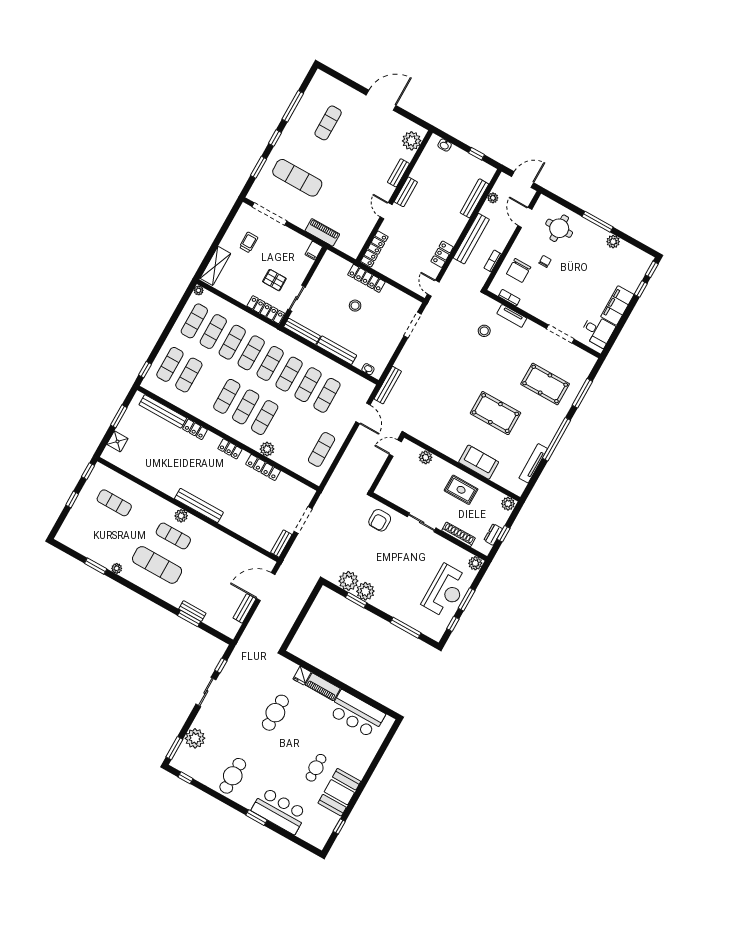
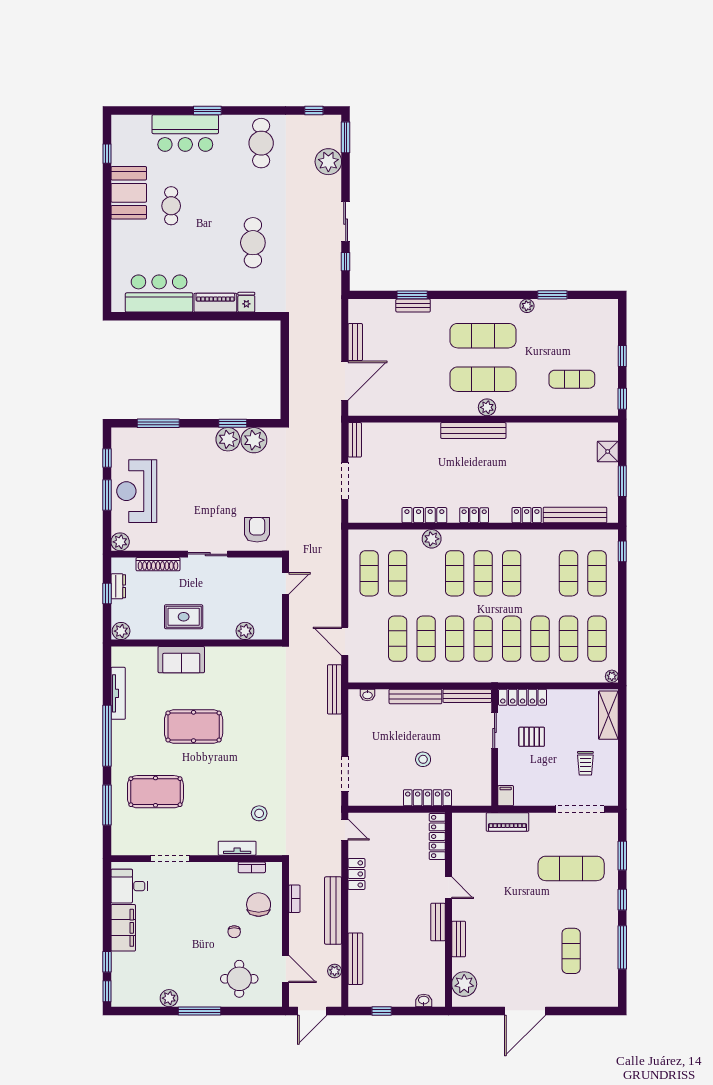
exercise mat: (303, 439) -> (398, 573), added
door: (395, 448) -> (286, 583), moved
exercise mat: (173, 536) -> (483, 379), width x1.36, depth x1.45

